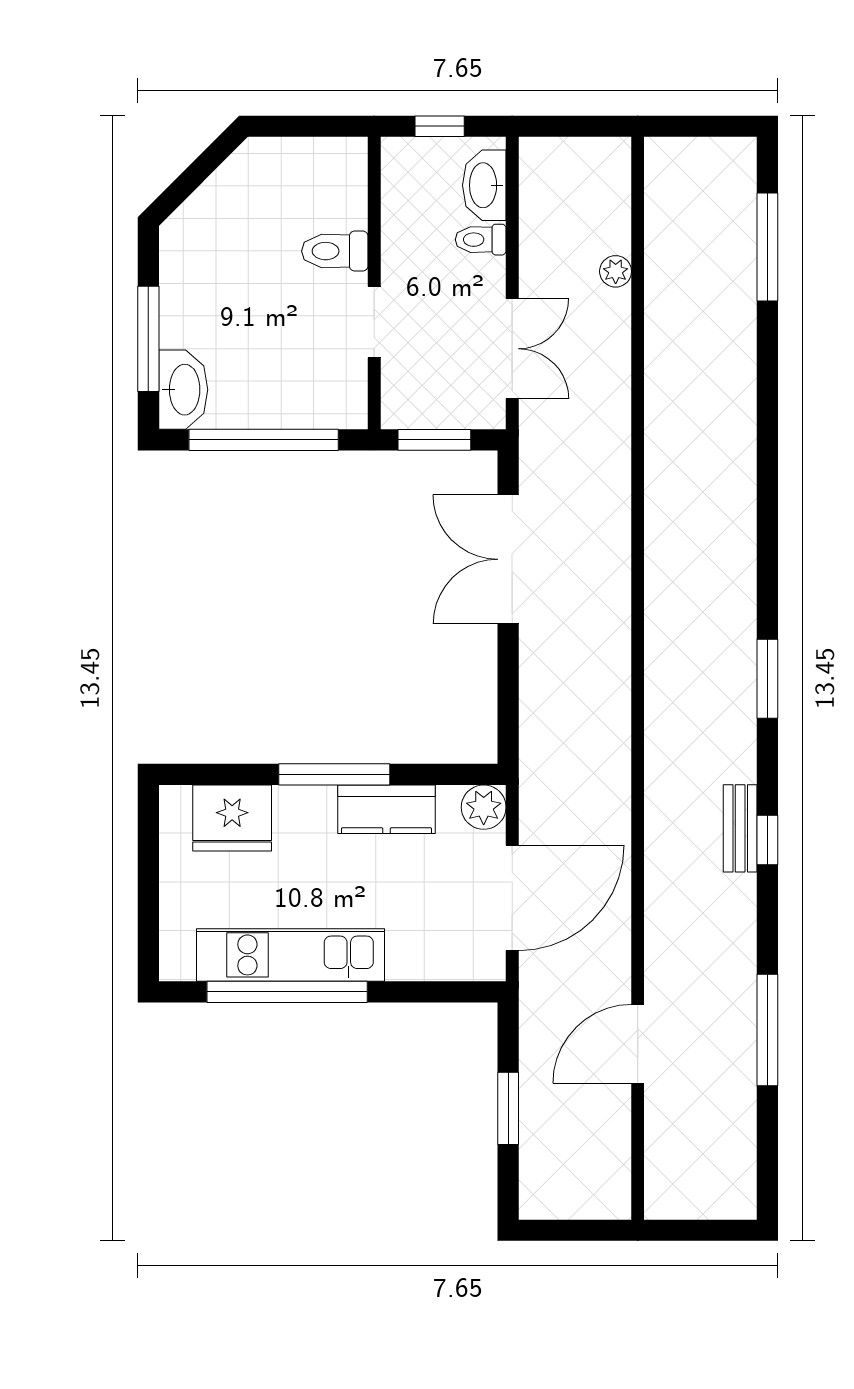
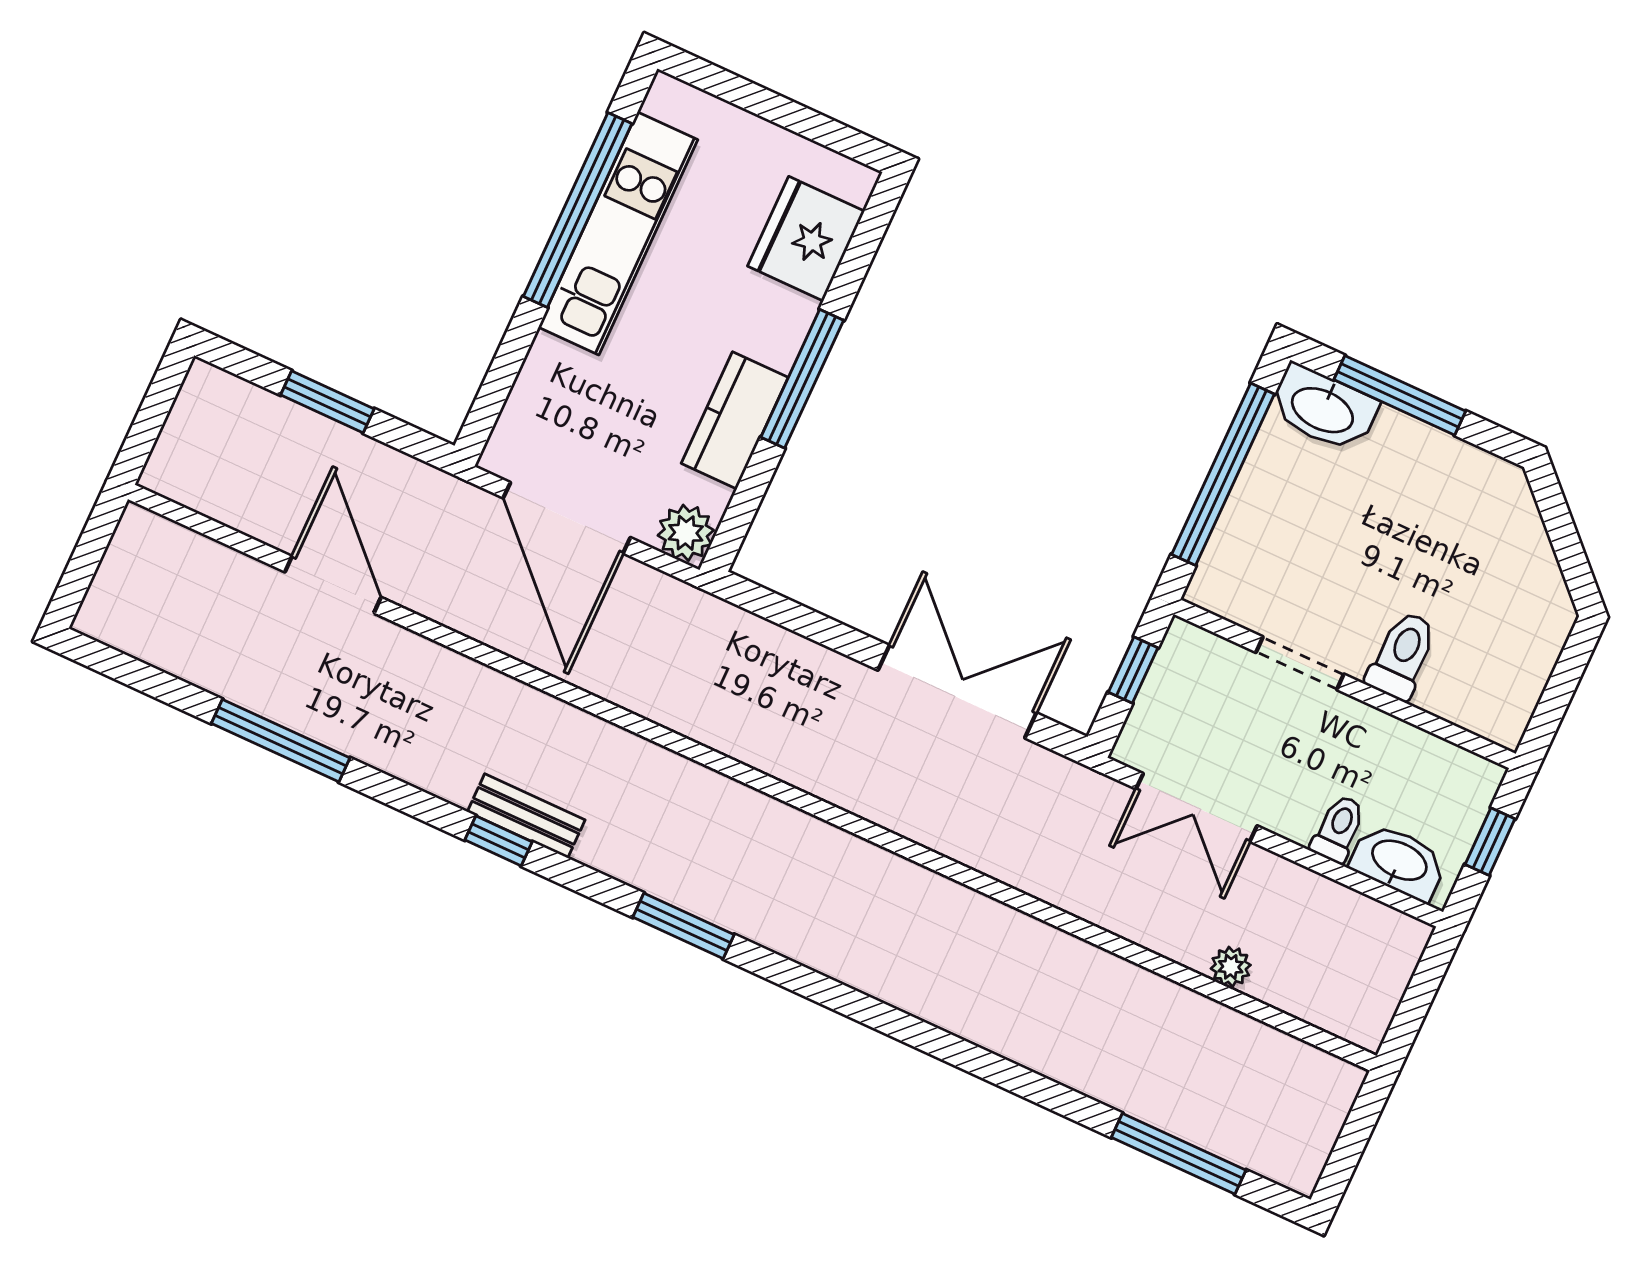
window: (434, 440) -> (1133, 670), width x0.67

